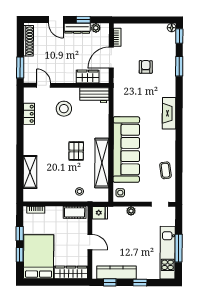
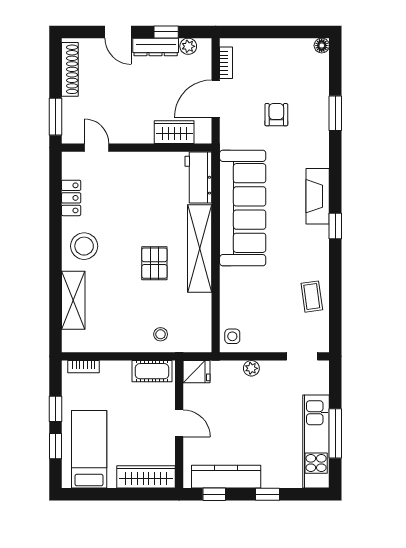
window: (179, 36) -> (335, 226), moved
workbench: (94, 95) -> (198, 178), moved, turned 90
stool: (64, 109) -> (84, 246), moved
sofa: (126, 150) -> (243, 208), moved
shelving: (102, 163) -> (200, 249), moved
bed: (39, 257) -> (89, 449), width x0.67

